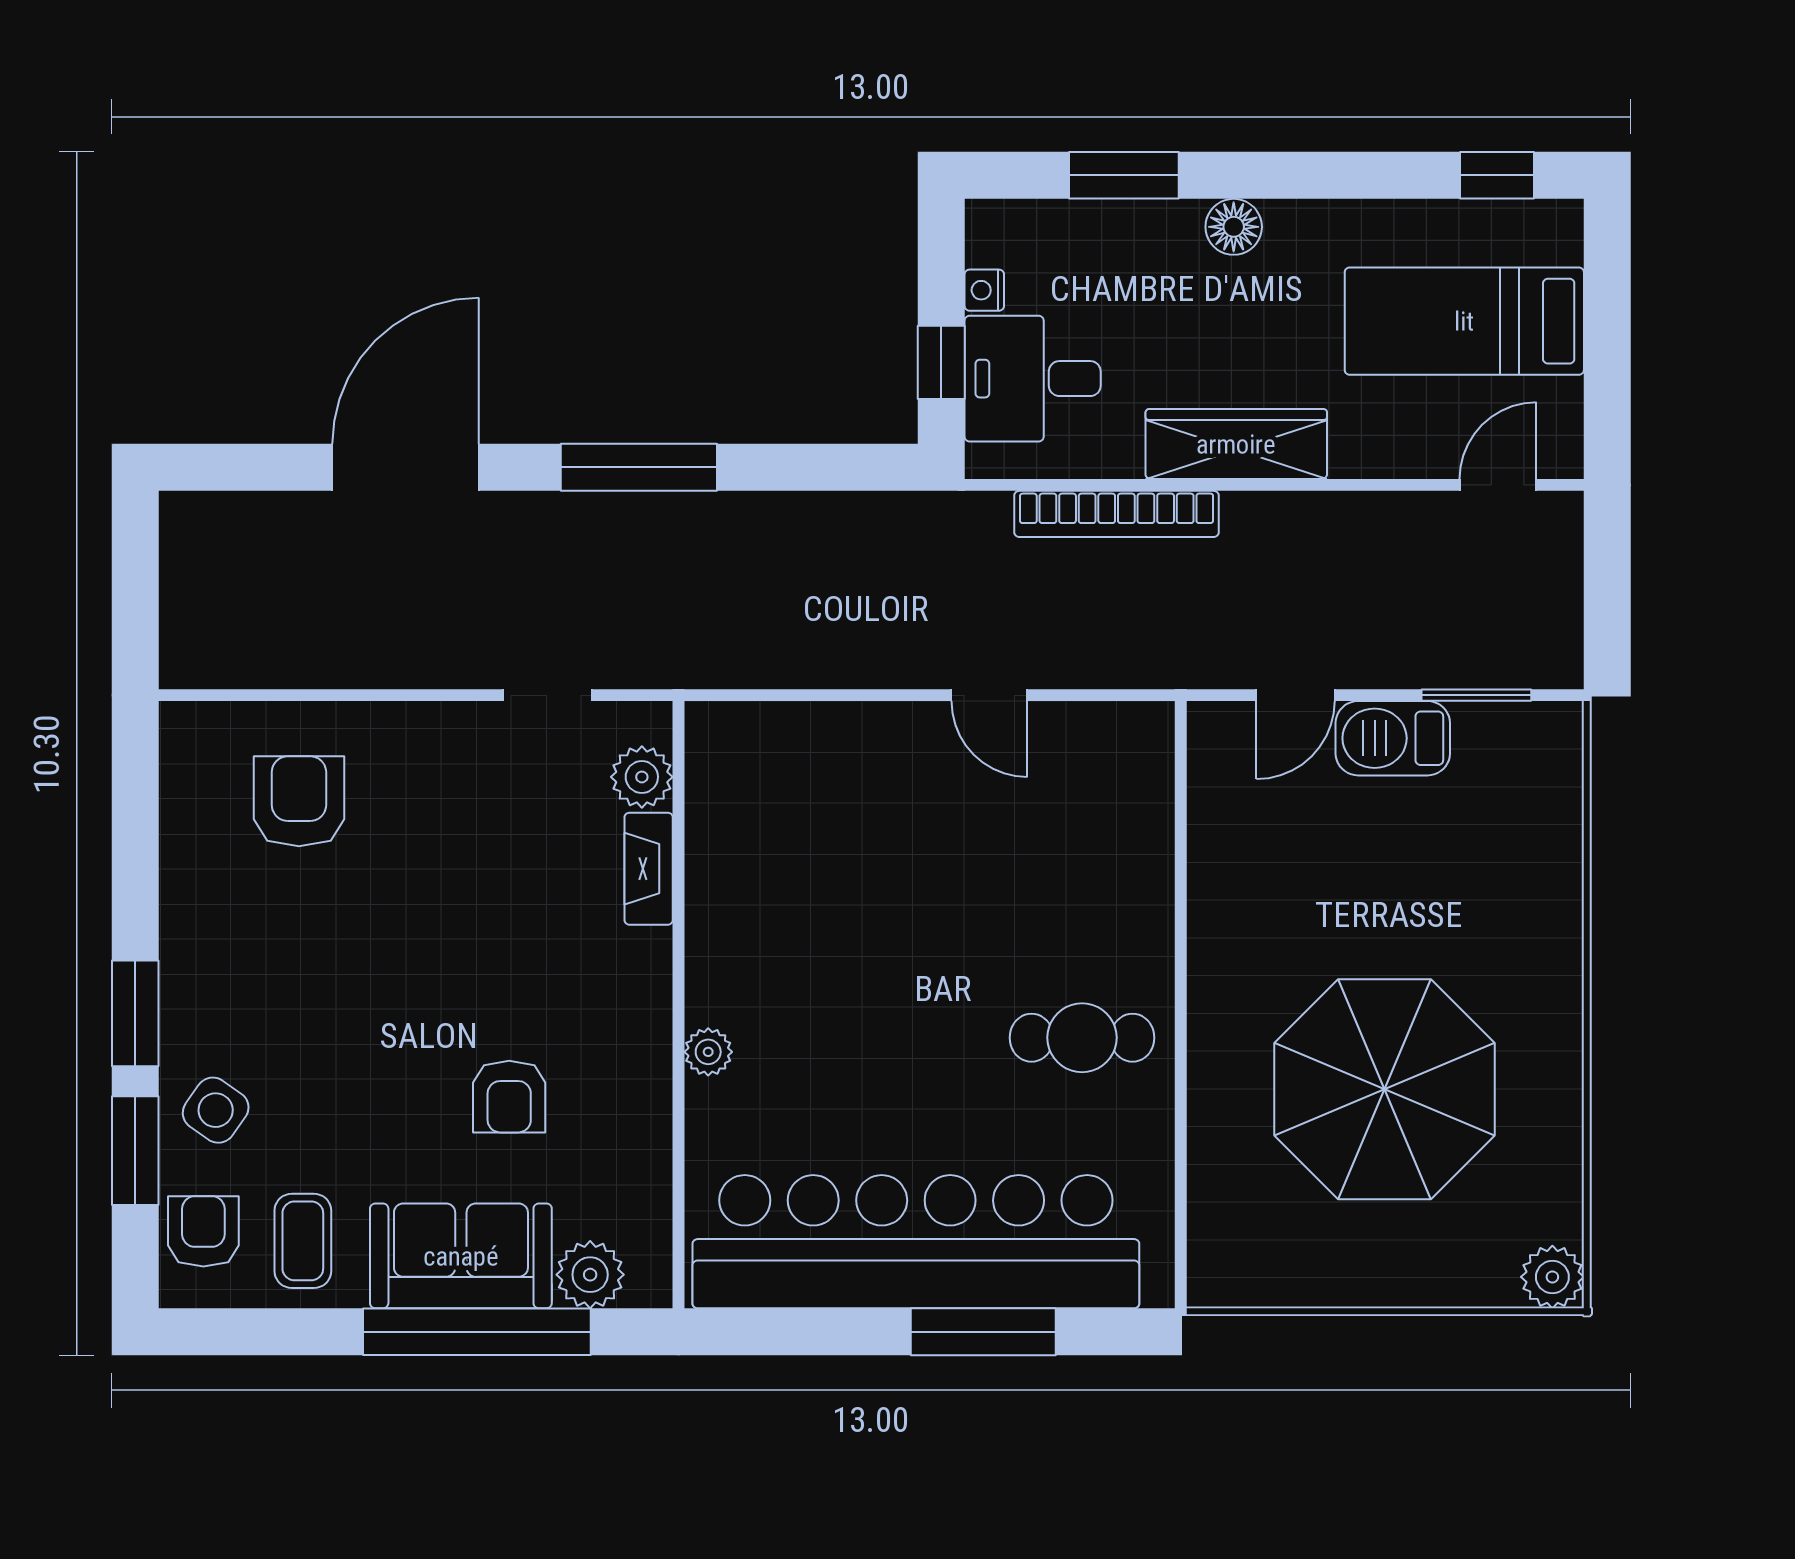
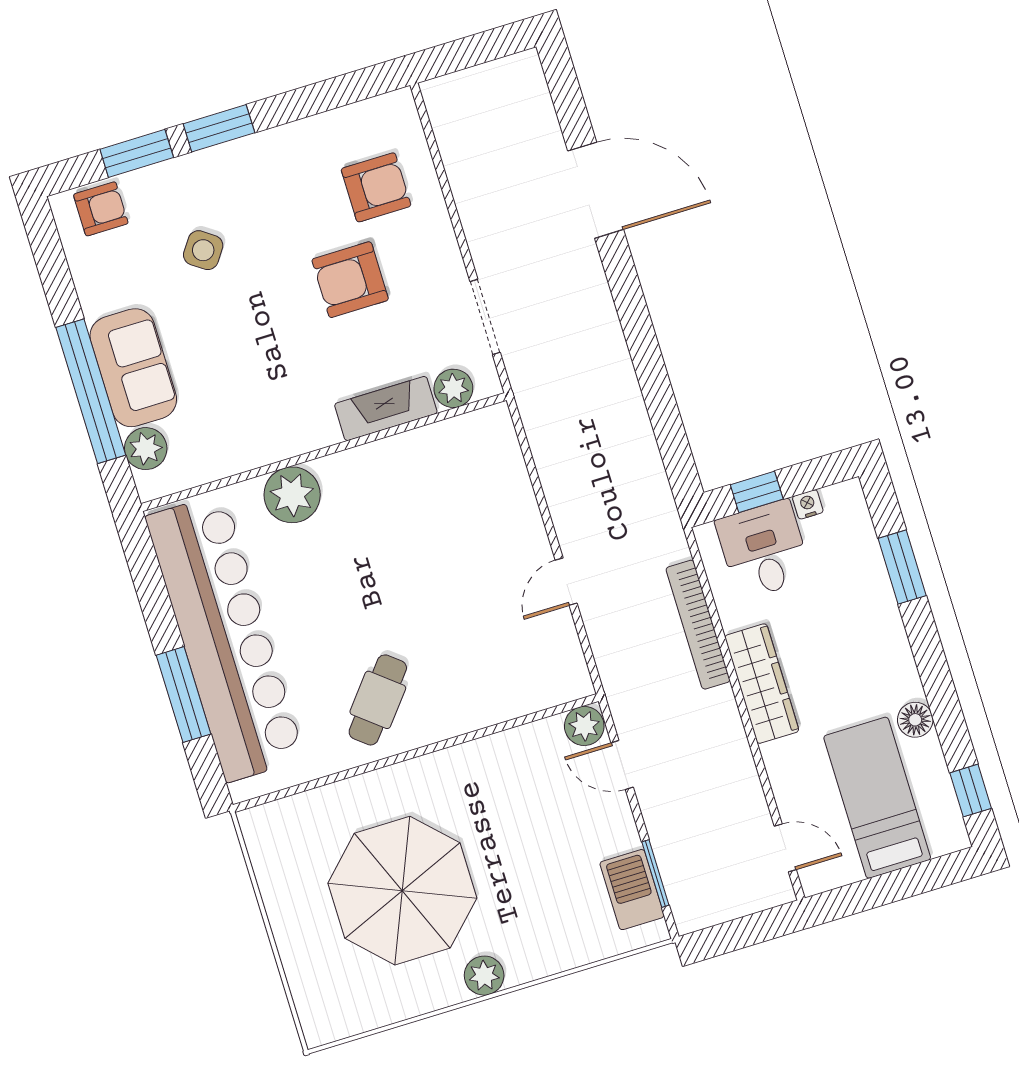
floor lamp: (1234, 227) -> (915, 720), moved
window: (639, 467) -> (638, 330), removed
doorway: (548, 695) -> (485, 317), width x1.38
plant: (1218, 735) -> (584, 726), added
barbecue: (1393, 738) -> (632, 890), moved
fireplace: (649, 869) -> (386, 409), width x1.37, depth x1.32
cafe table: (1082, 1038) -> (378, 700), turned 39
plant: (708, 1052) -> (292, 495), width x1.88, depth x1.88
armchair: (509, 1097) -> (350, 280), moved, width x1.38, depth x1.38
side table: (216, 1110) -> (203, 250), moved
coffee table: (303, 1241) -> (113, 270), removed
plant: (1552, 1277) -> (484, 976), moved

